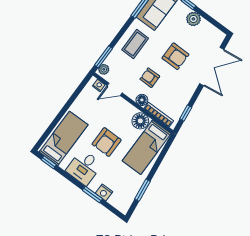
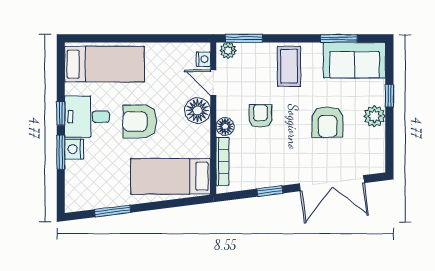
coffee table: (135, 44) -> (289, 66), turned 90
armchair: (175, 56) -> (327, 122), moved
window: (186, 113) -> (270, 191), moved
floor lamp: (140, 121) -> (198, 111), moved
window: (49, 162) -> (61, 113), moved
nightstand: (104, 193) -> (74, 149), moved

